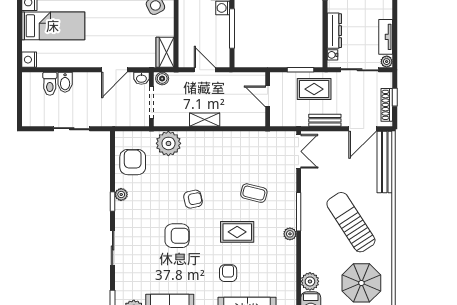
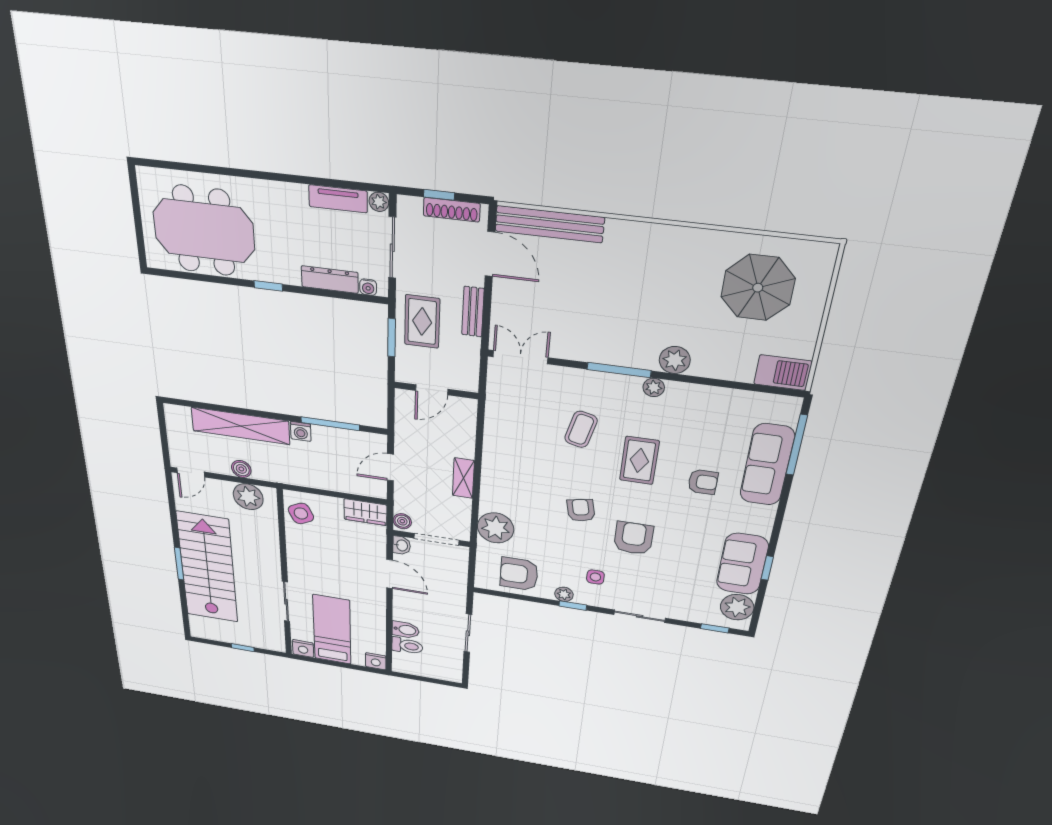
side table: (140, 214) -> (595, 577), added
sun lounger: (351, 222) -> (648, 292), removed
armchair: (228, 273) -> (703, 482), turned 180
plant: (310, 281) -> (675, 360), moved

